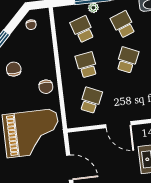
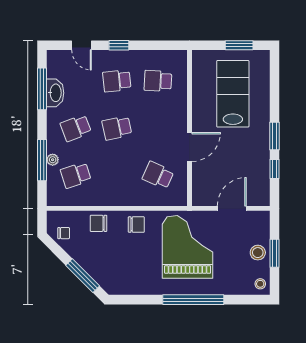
school desk: (127, 60) -> (117, 128), turned -36
school desk: (87, 65) -> (117, 175), removed
chair: (14, 69) -> (98, 223), moved

